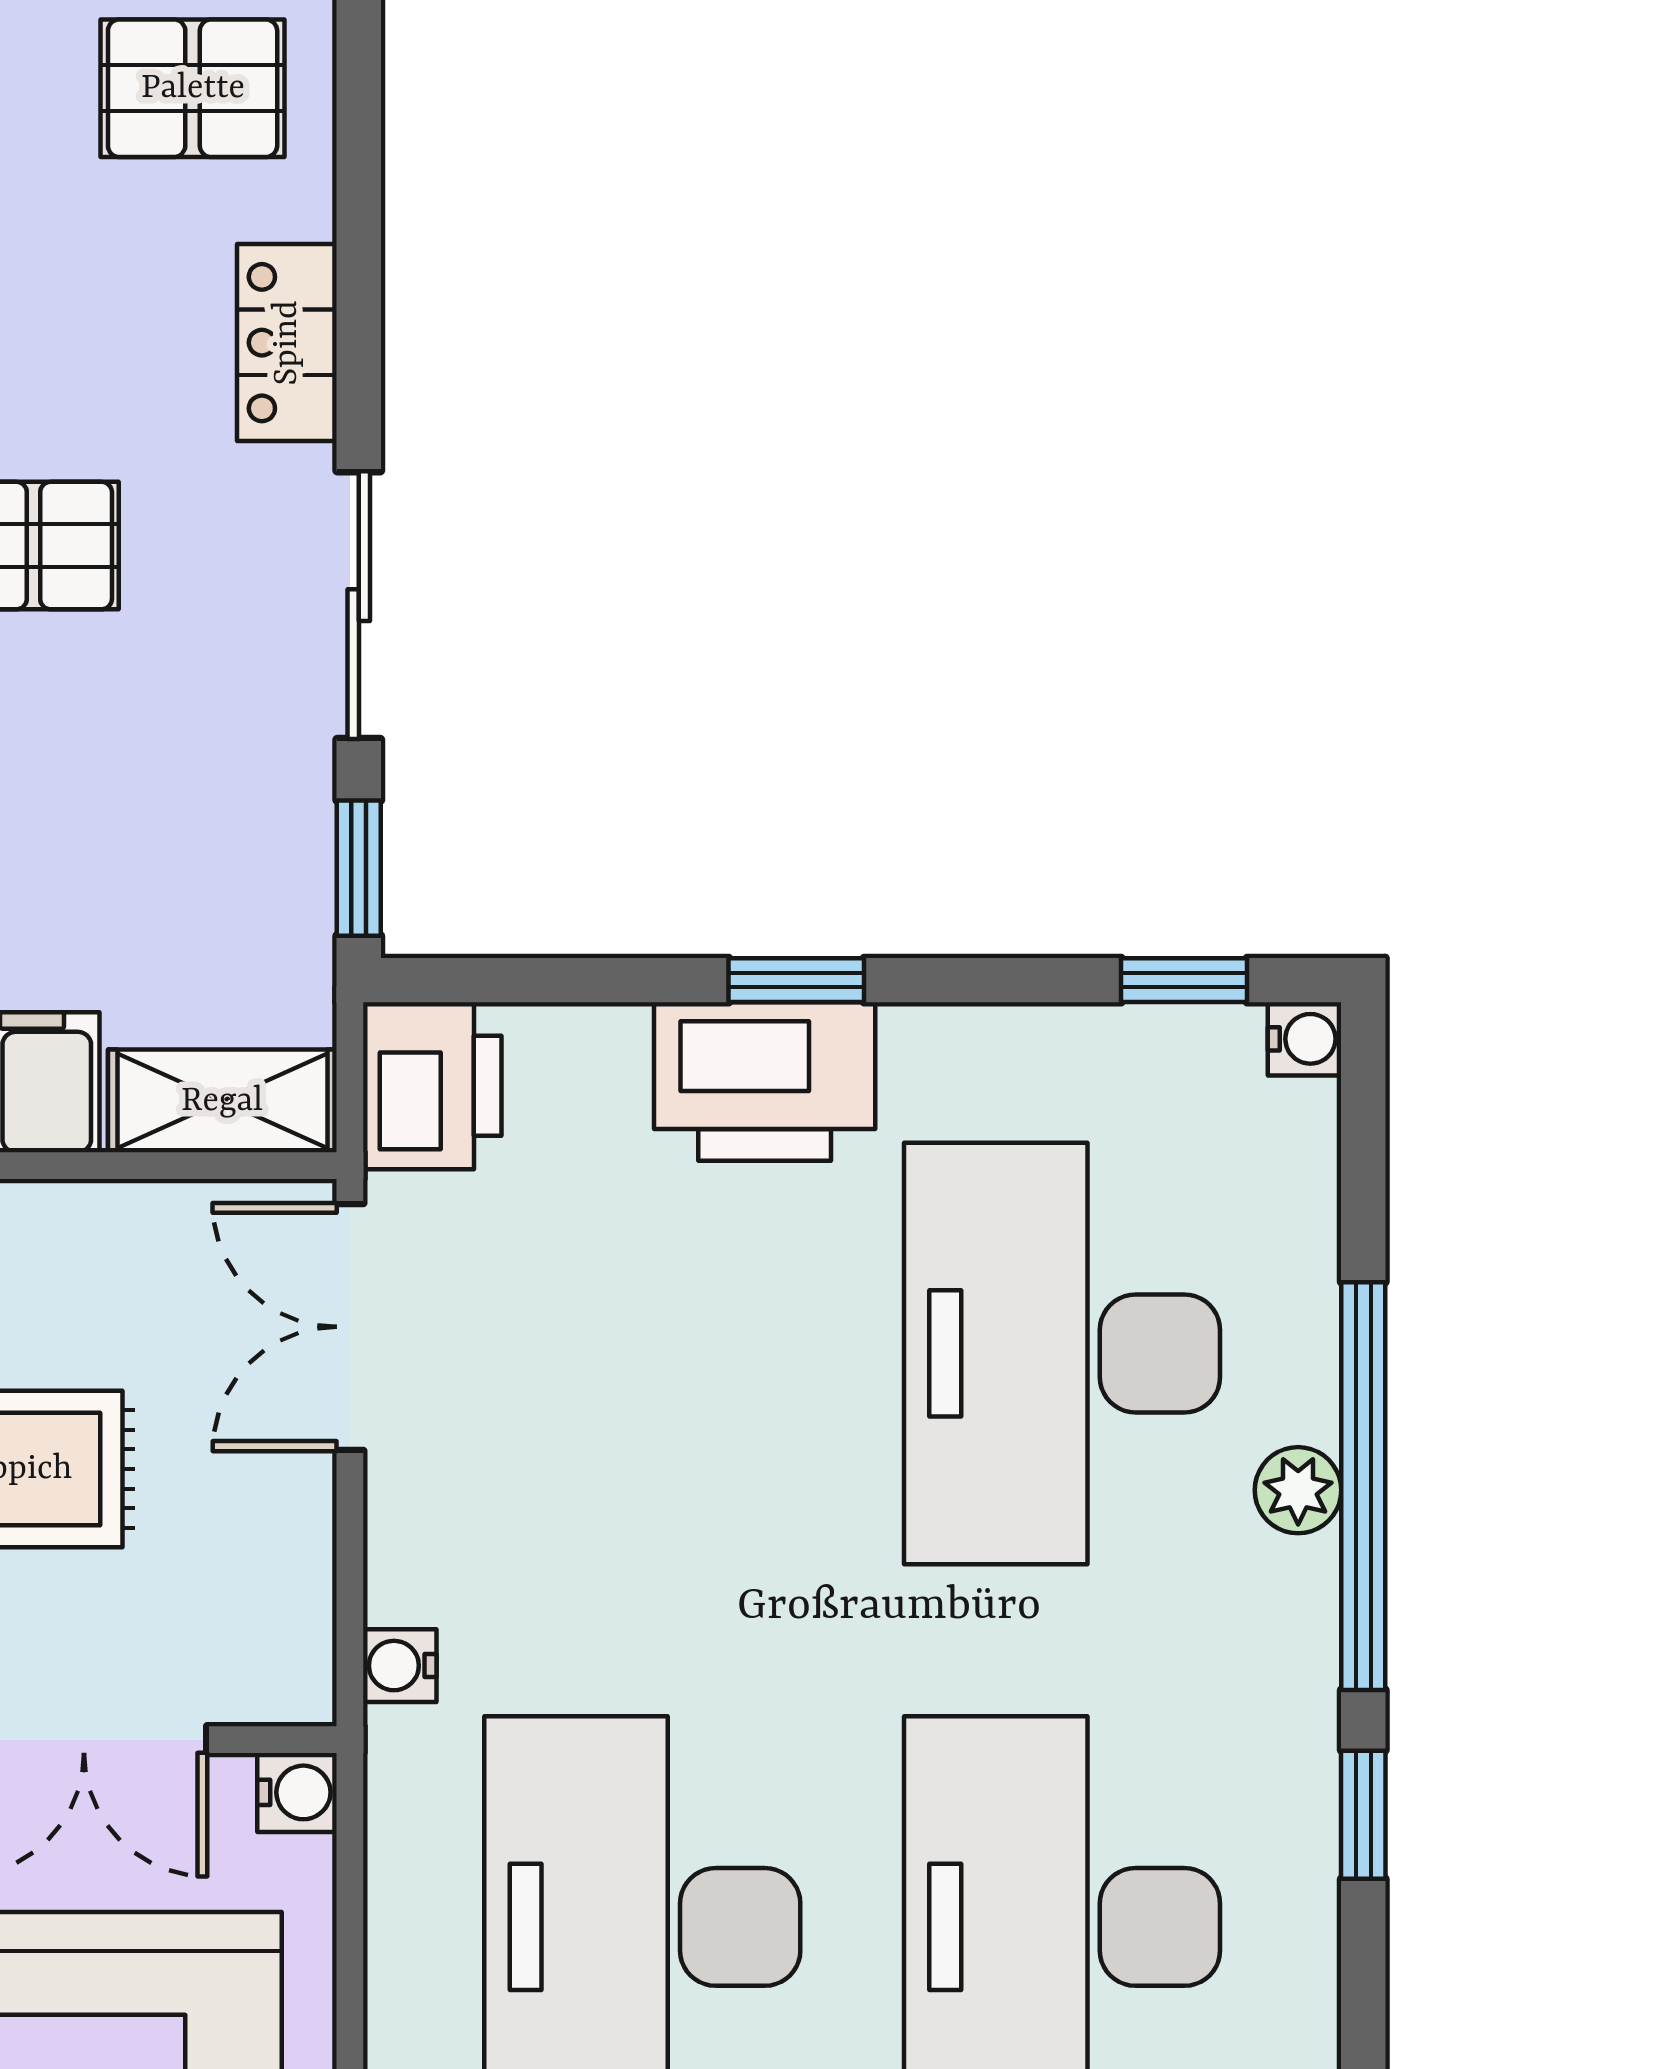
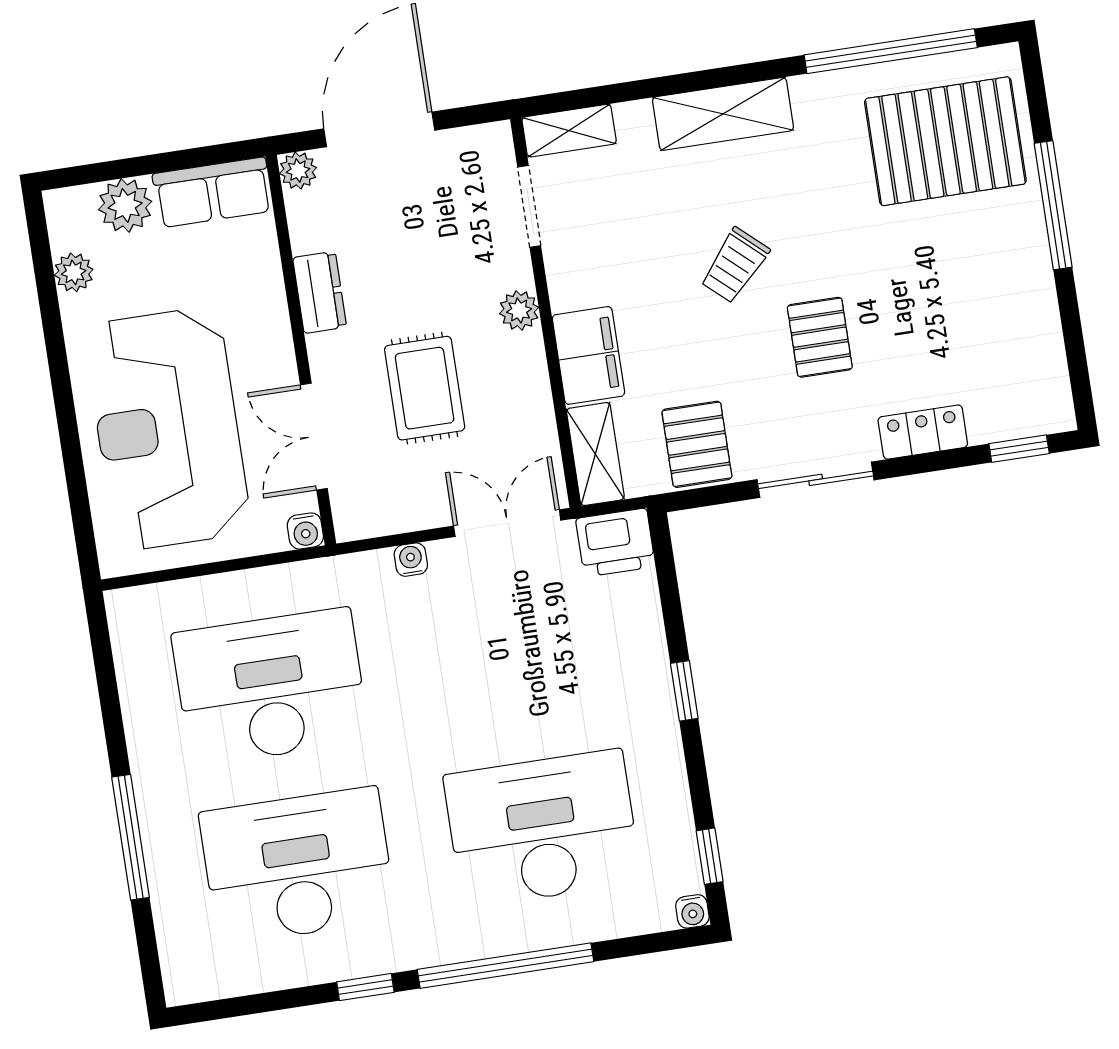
pallet: (193, 88) -> (697, 444), moved
window: (359, 868) -> (1019, 449), moved
printer: (765, 1082) -> (639, 684), removed
plant: (1298, 1490) -> (499, 938), removed
water cooler: (400, 1666) -> (411, 560), moved

